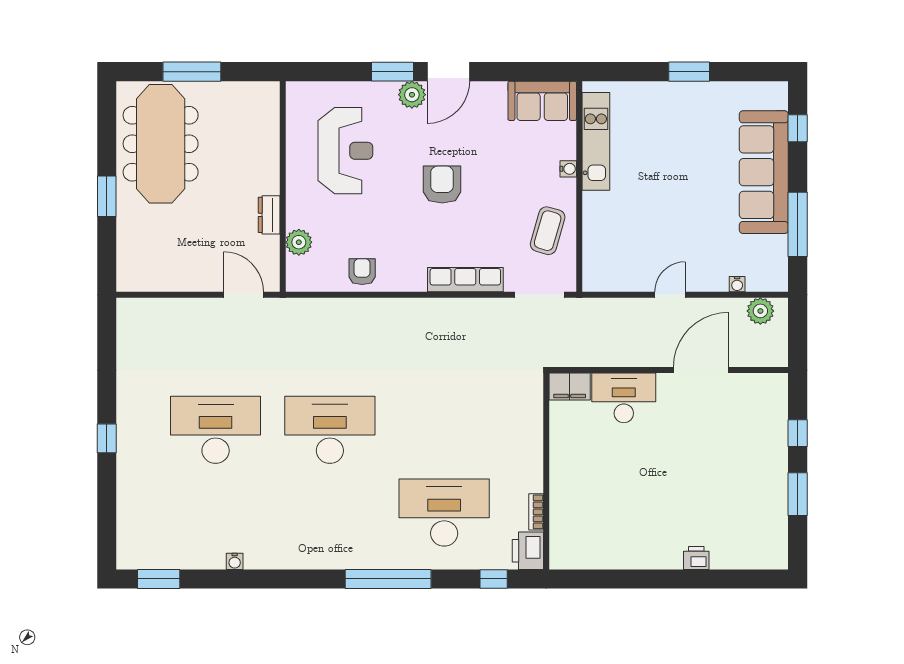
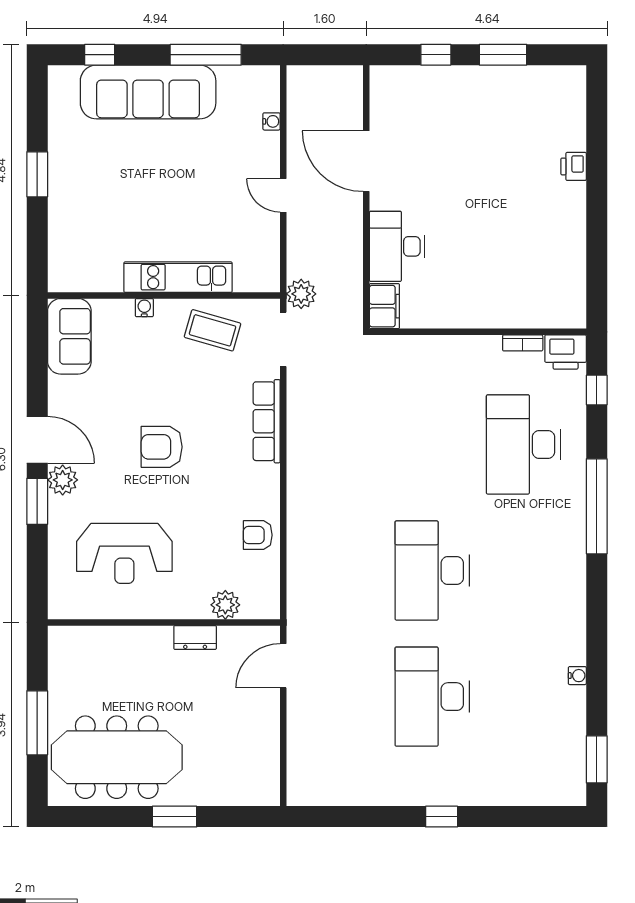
kitchen unit: (596, 141) -> (178, 277), moved
reception desk: (345, 151) -> (124, 553), turned 180
plant: (760, 311) -> (301, 294), moved

